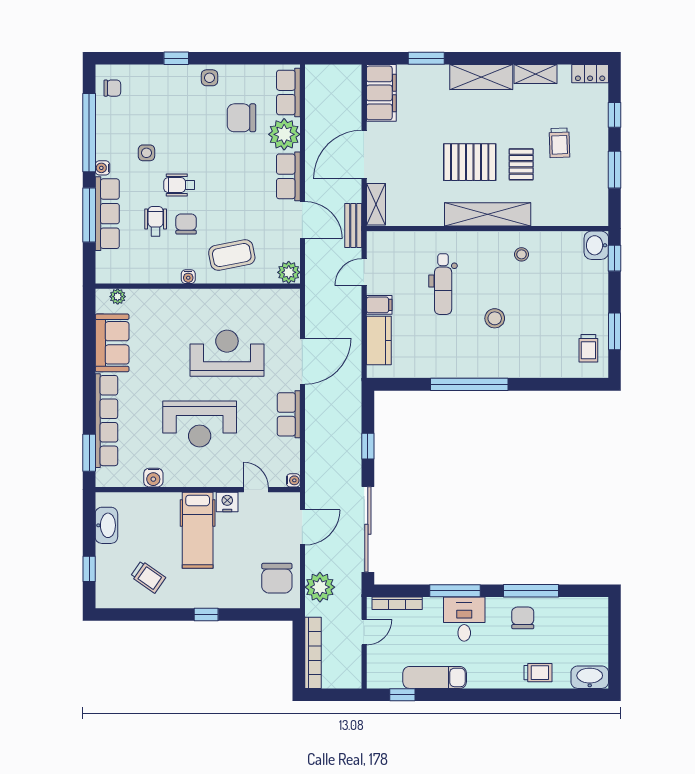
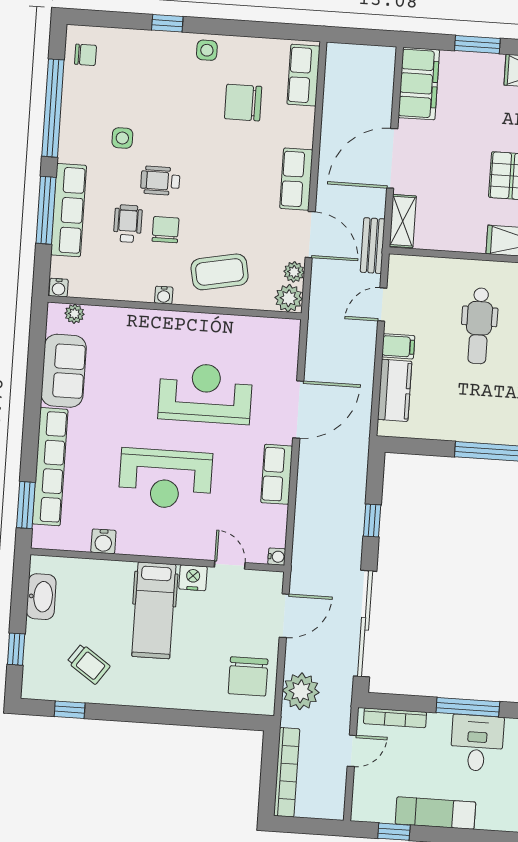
plant: (284, 134) -> (294, 272), moved, width x0.53, depth x0.53
water cooler: (102, 168) -> (59, 288), moved, turned -90
window: (206, 615) -> (70, 710), moved

